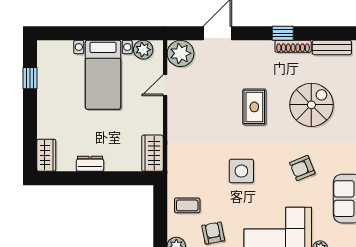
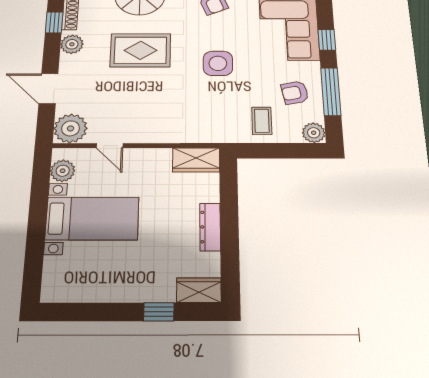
plant: (260, 50) -> (72, 44), added
window: (30, 78) -> (159, 312), moved
rug: (254, 107) -> (140, 50), width x1.36, depth x1.43
dresser: (90, 164) -> (210, 227), width x1.44

